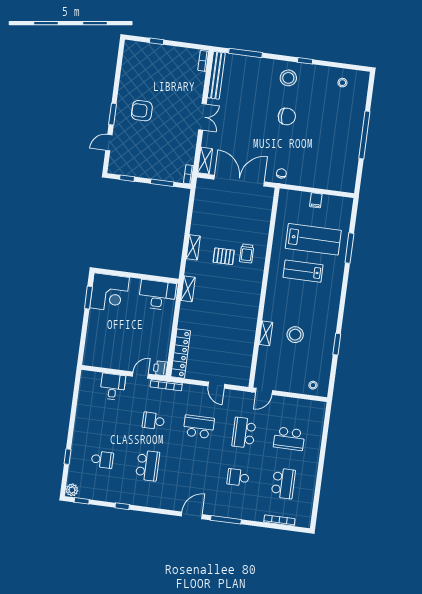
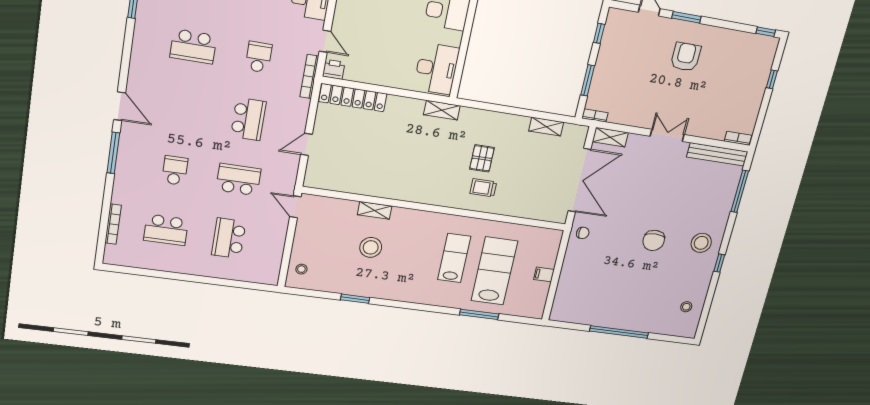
window: (121, 52) -> (766, 32), added
double door: (202, 117) -> (667, 135), swing flipped
lab bench: (313, 239) -> (494, 271), turned 180
shelving: (193, 247) -> (546, 127), moved

